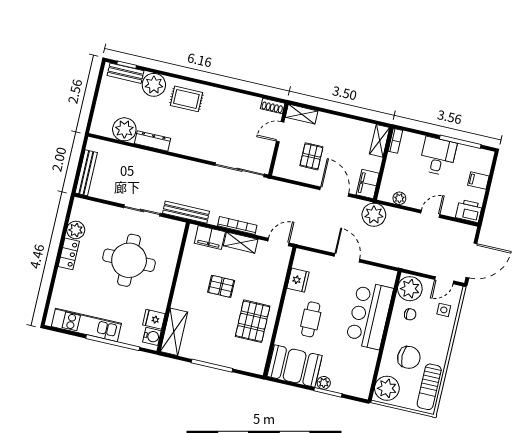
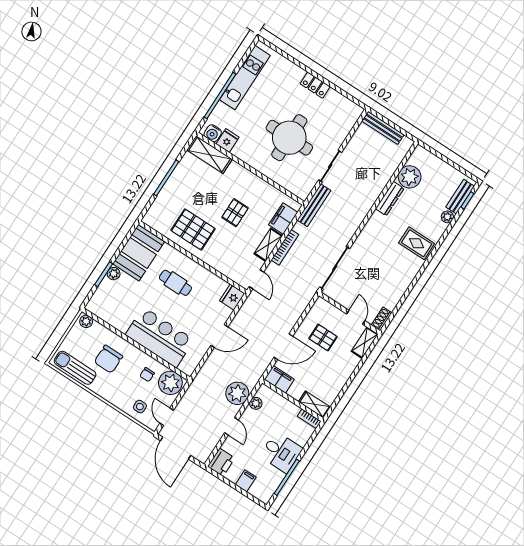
plant: (154, 85) -> (447, 217), width x0.53, depth x0.53
rug: (186, 99) -> (417, 243), turned 90
plant: (374, 215) -> (237, 393), moved
plant: (76, 230) -> (334, 99), removed
fridge: (298, 280) -> (232, 297), moved, turned 90
plant: (387, 388) -> (86, 321), width x0.53, depth x0.53

